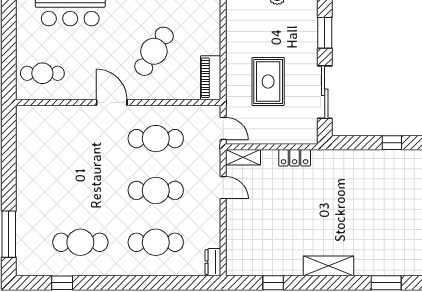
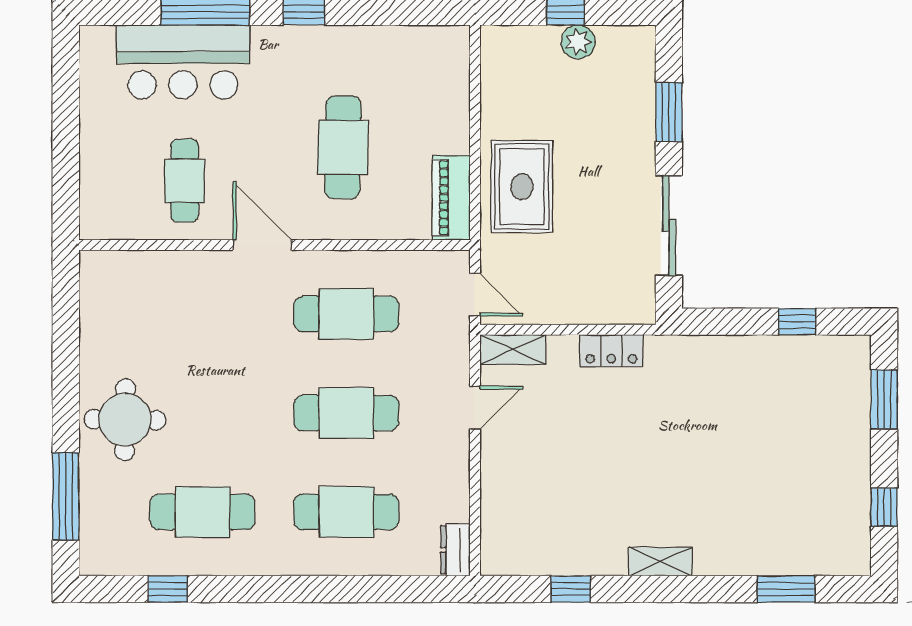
cafe table: (154, 51) -> (343, 147), turned -32
cafe table: (42, 73) -> (185, 181), moved, turned 90
rug: (268, 82) -> (522, 187), moved
door: (223, 188) -> (475, 408), hinge flipped
round table: (40, 194) -> (125, 420), added
shelving: (328, 266) -> (660, 562), width x0.67, depth x0.75

